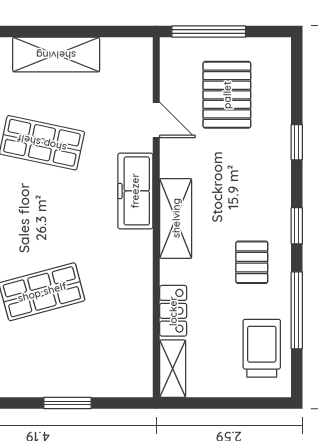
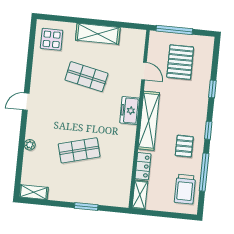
freezer: (135, 191) -> (130, 110), width x0.71
shelving: (176, 218) -> (149, 121), width x1.47
trolley: (262, 348) -> (185, 189), turned 180

